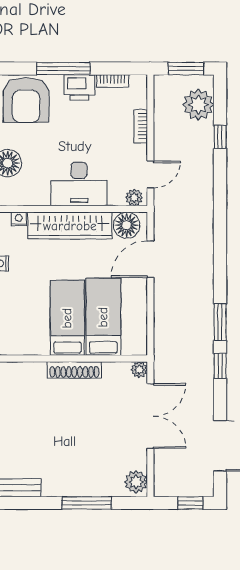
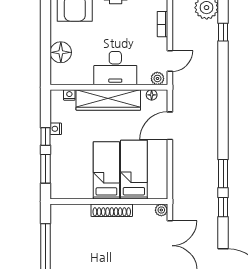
floor lamp: (127, 225) -> (152, 95), width x0.53, depth x0.53

